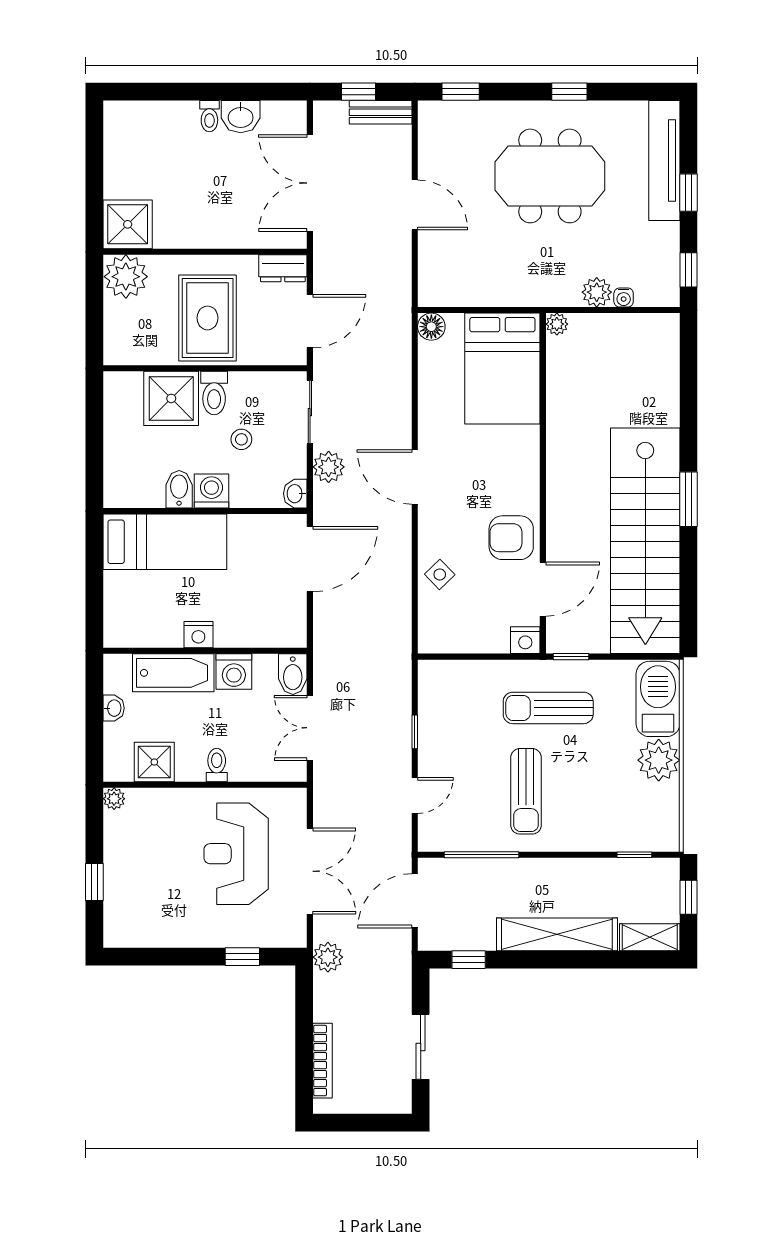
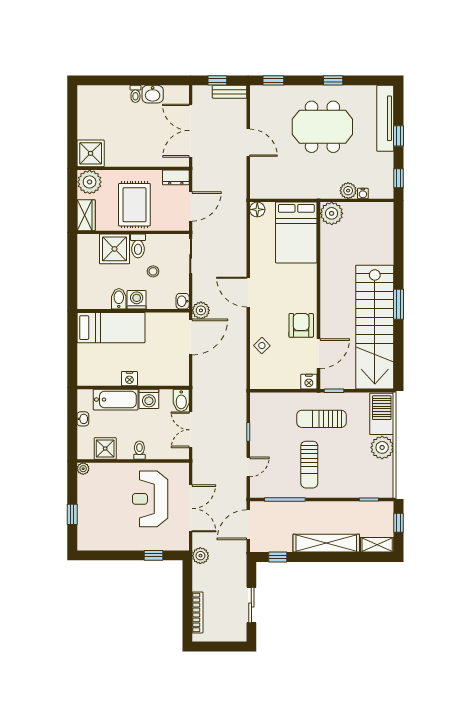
plant: (557, 324) -> (332, 213), width x1.87, depth x1.87
wardrobe: (119, 337) -> (86, 215), added
plant: (329, 467) -> (201, 310), moved
armchair: (511, 538) -> (301, 325), turned 90

